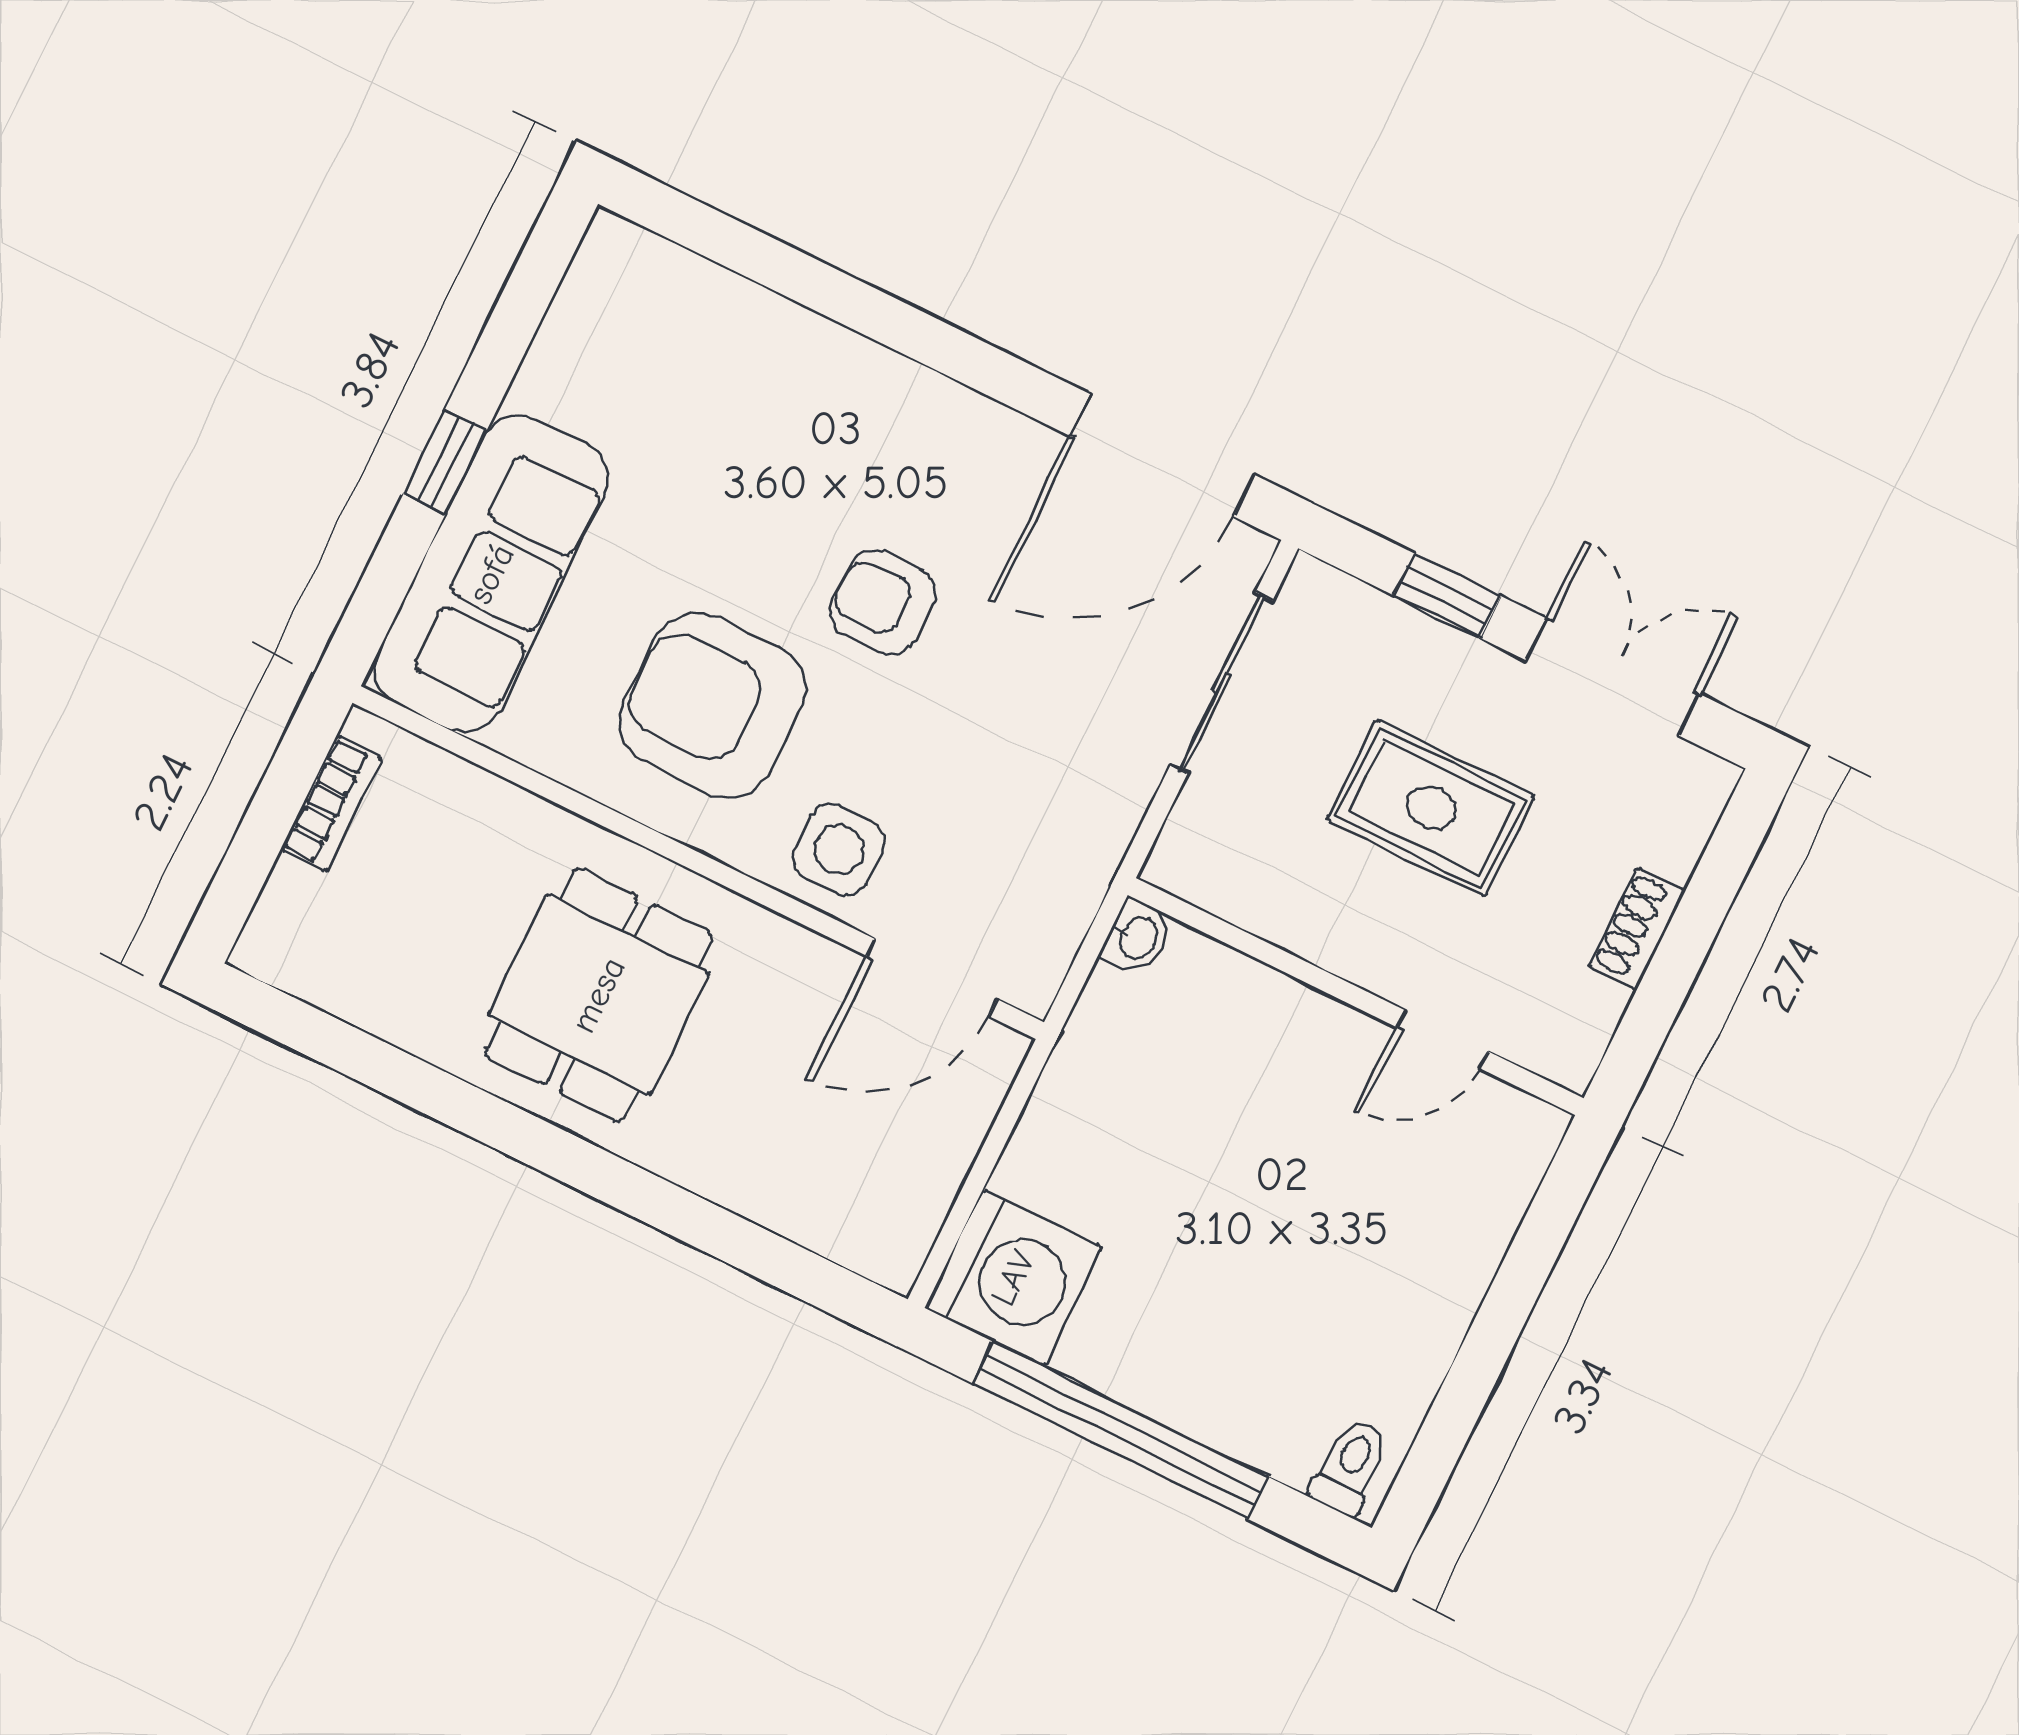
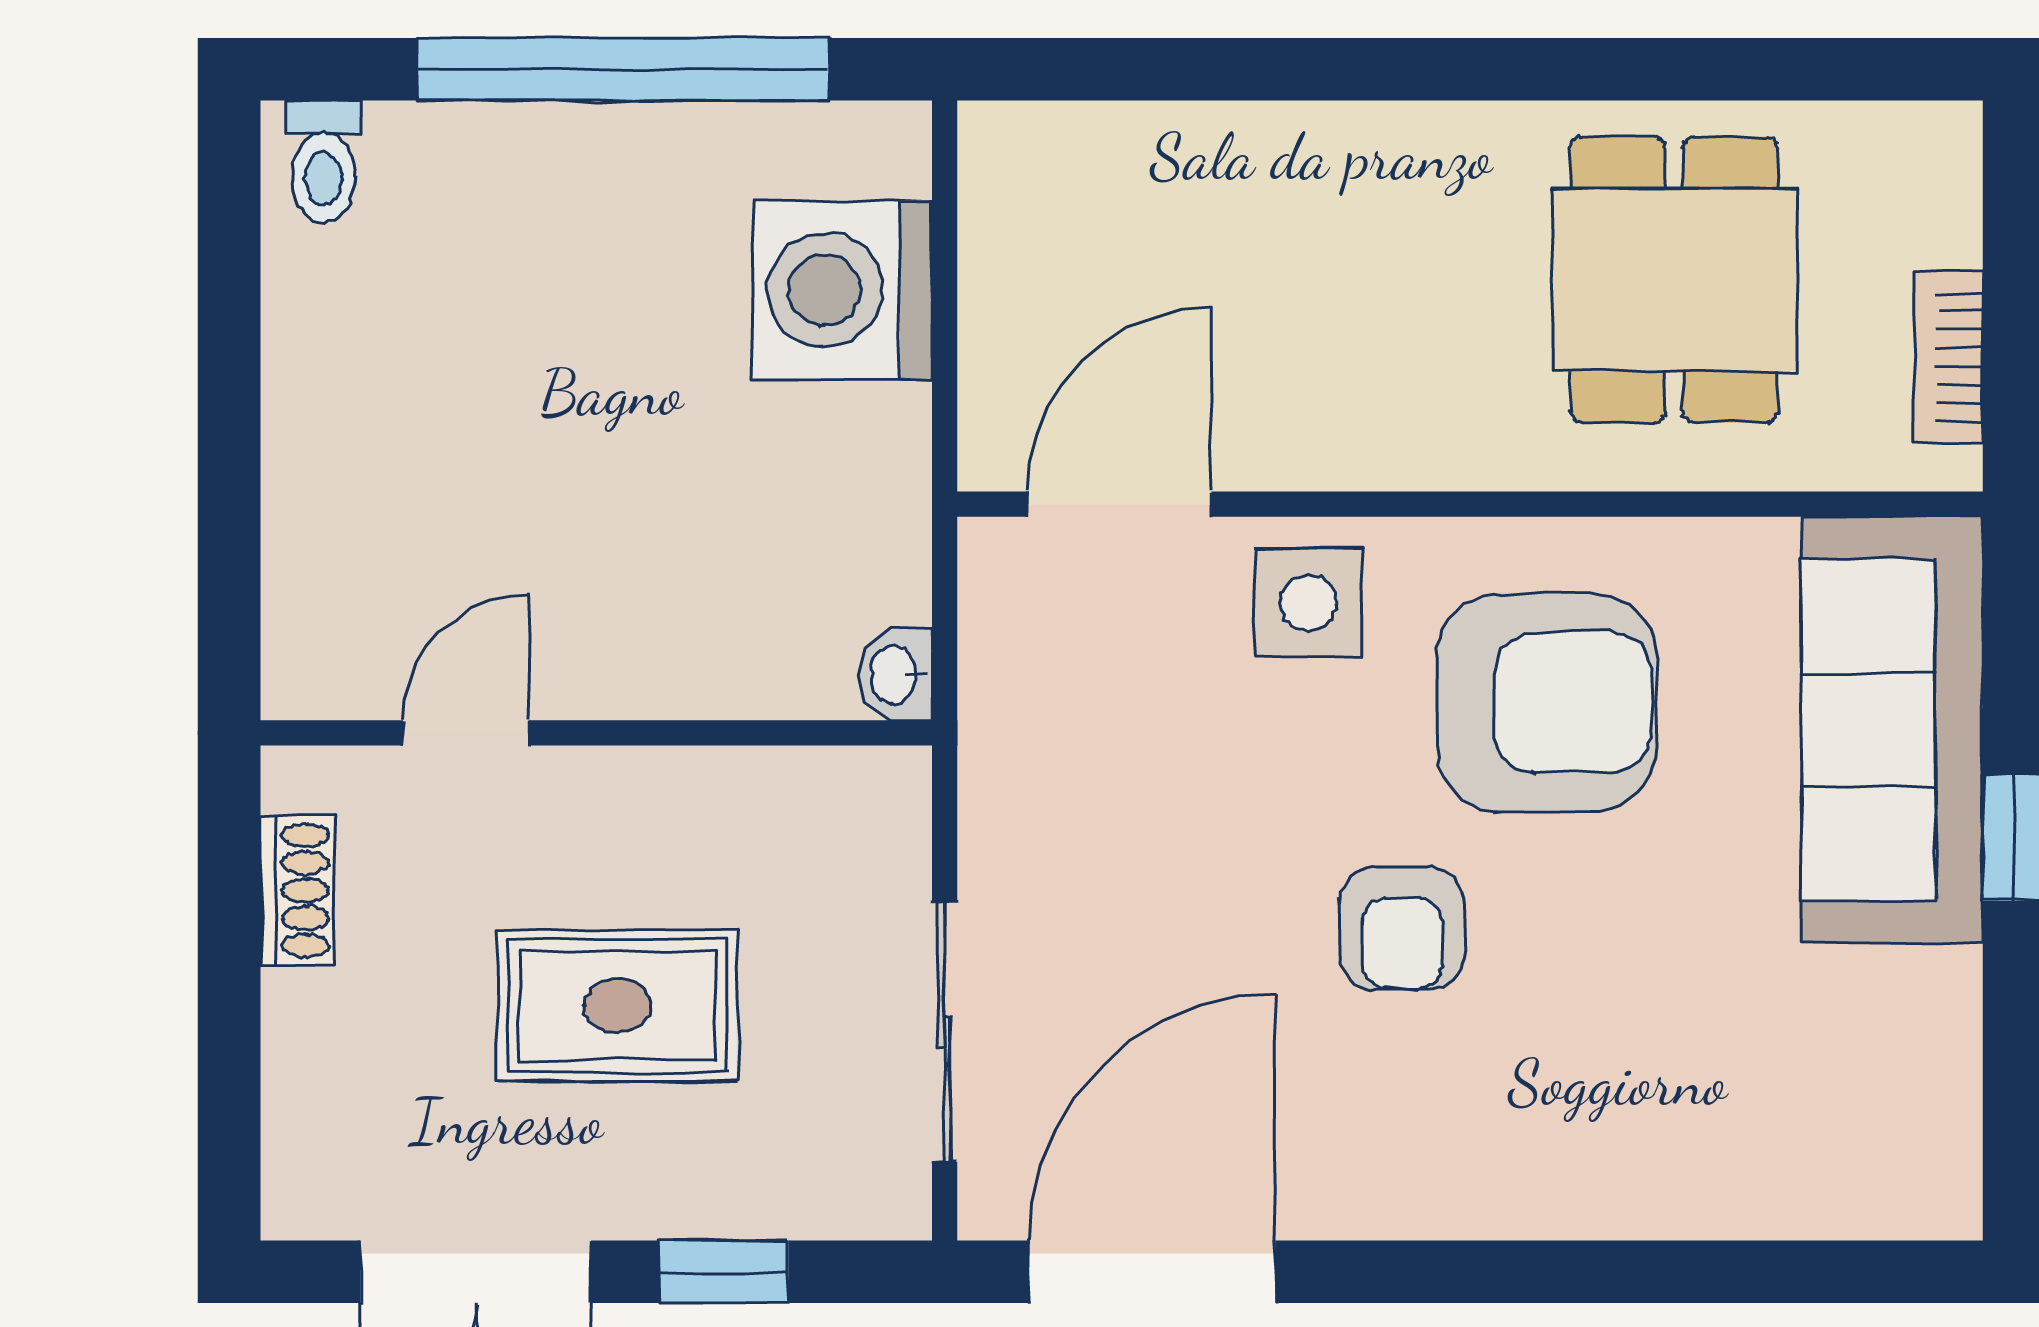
armchair: (883, 602) -> (1402, 928), turned 90
shoe rack: (1637, 929) -> (297, 891), moved
dining table: (598, 995) -> (1674, 280), moved
washing machine: (1013, 1278) -> (843, 290), moved

